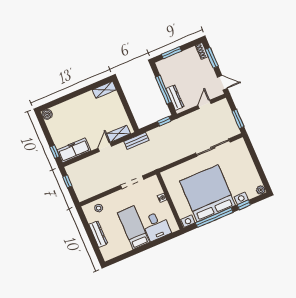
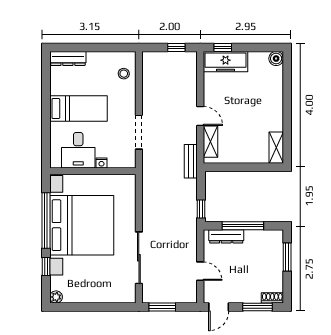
freezer: (74, 150) -> (226, 62), moved, turned 90
desk: (156, 226) -> (78, 150), moved, turned -90
dresser: (98, 234) -> (68, 58), moved

